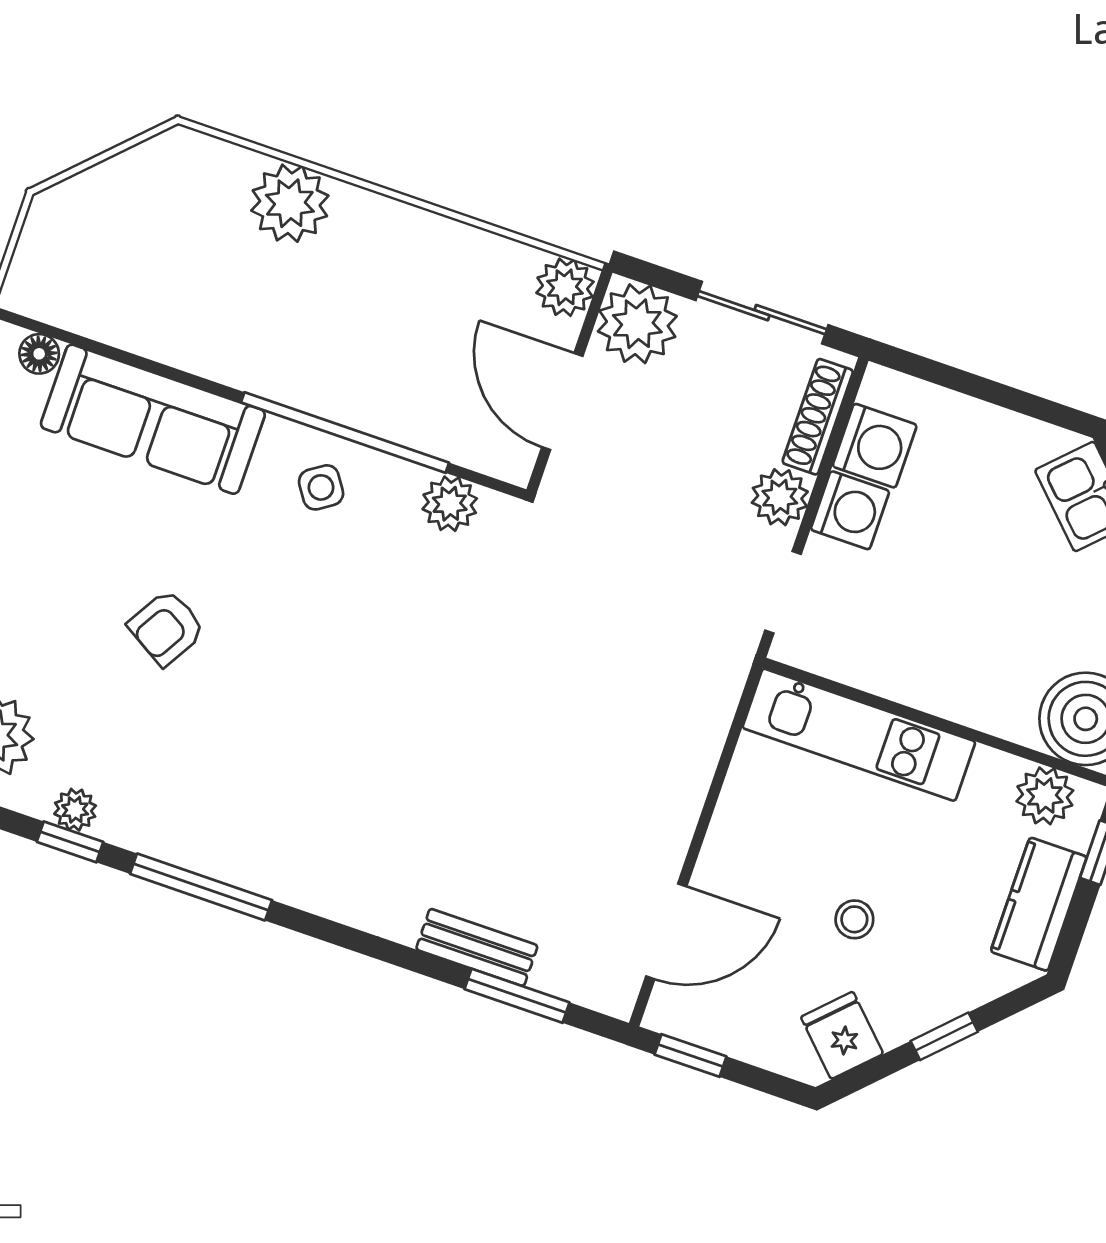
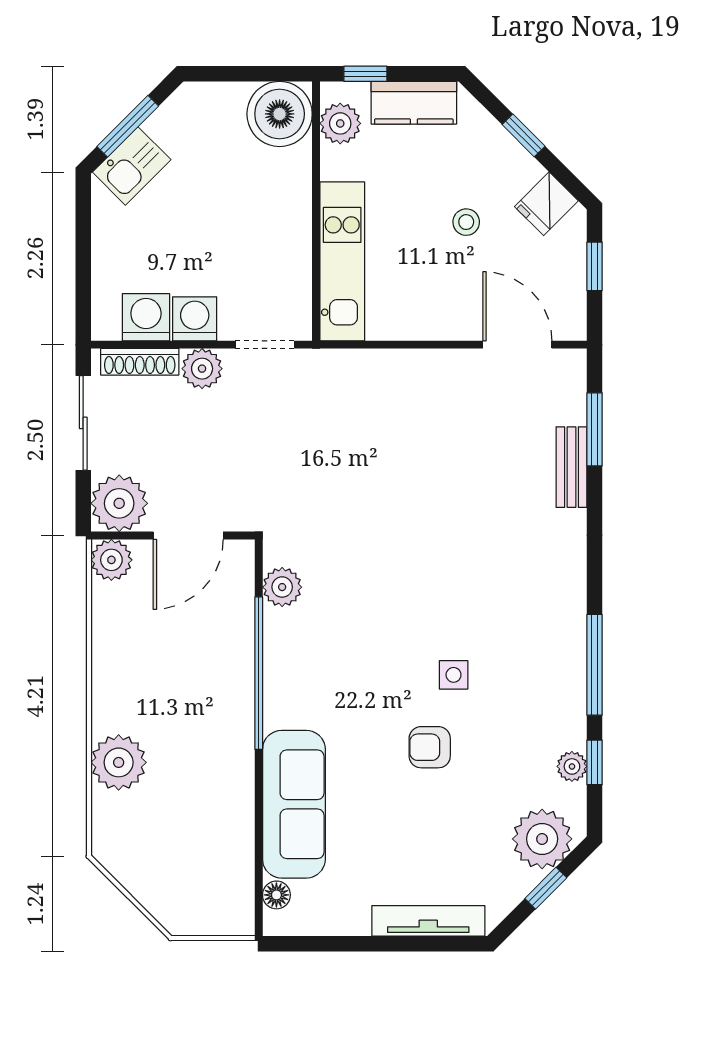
side table: (321, 487) -> (454, 675), moved, turned 34
armchair: (167, 628) -> (430, 747), turned 149
window: (690, 1056) -> (595, 266), moved

